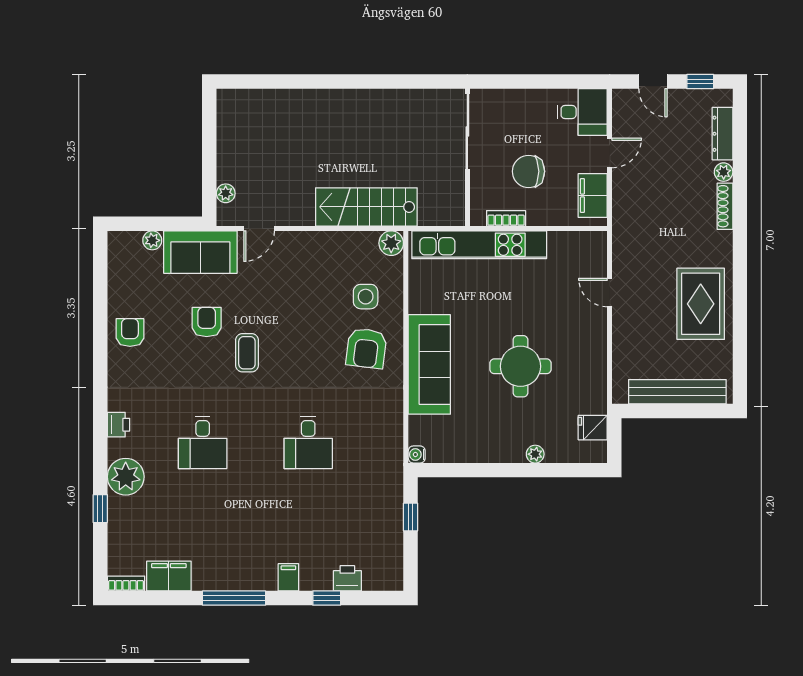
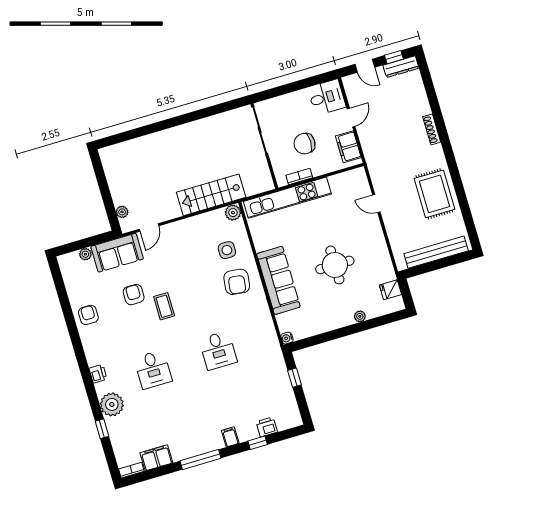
dresser: (722, 134) -> (401, 67), moved, turned -90
plant: (724, 172) -> (425, 109), removed

